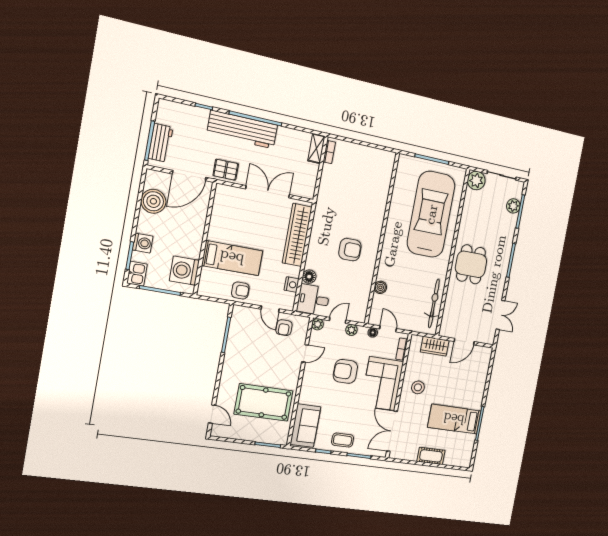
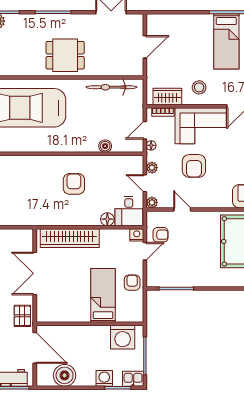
nightstand: (292, 285) -> (137, 235), moved
door: (464, 342) -> (145, 47), hinge flipped
wardrobe: (435, 346) -> (167, 96), moved, turned -90

